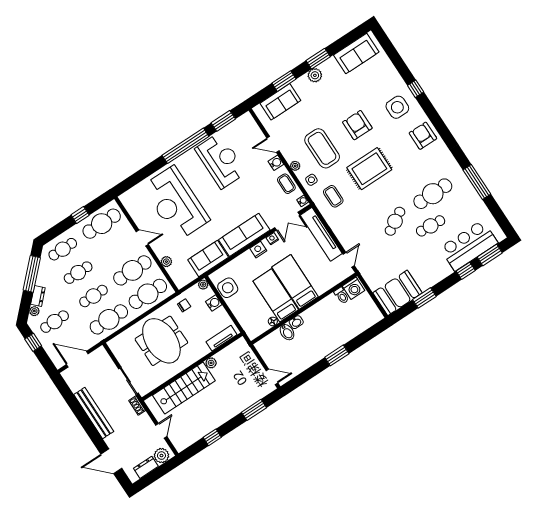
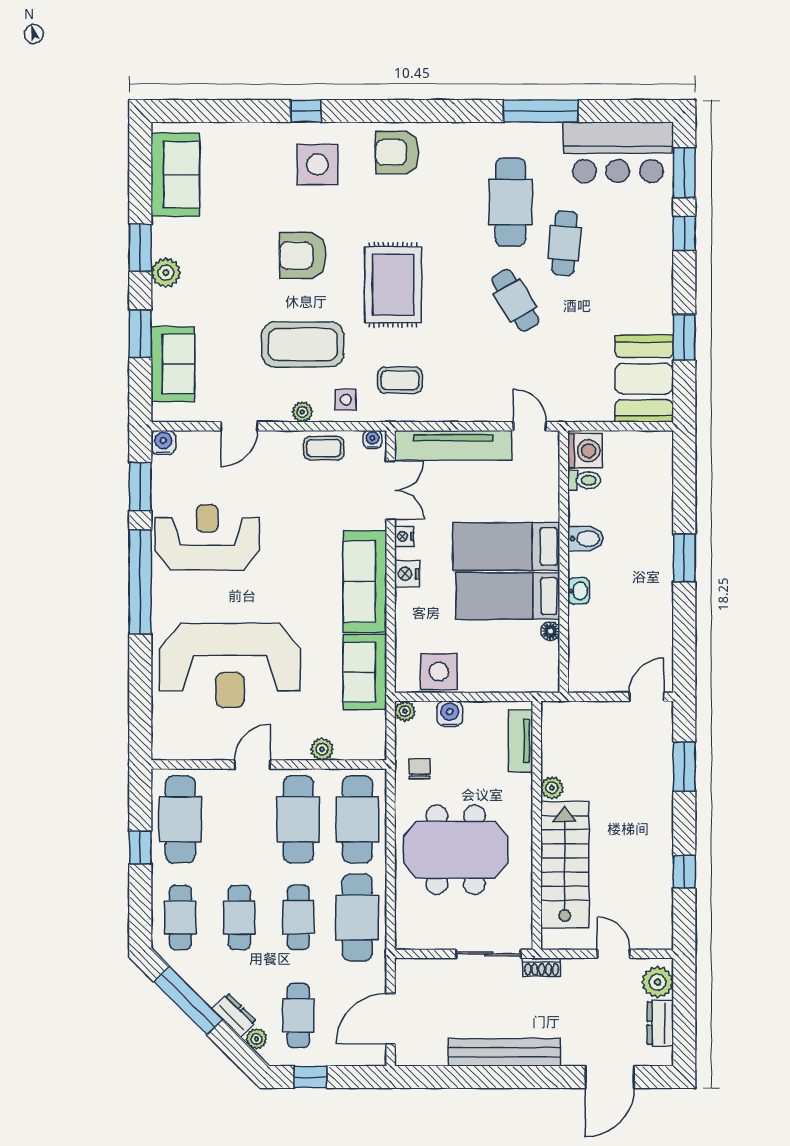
water cooler: (276, 163) -> (163, 442), moved
bar counter: (469, 245) -> (618, 152), moved, turned -90
bidet: (287, 332) -> (586, 539), moved

